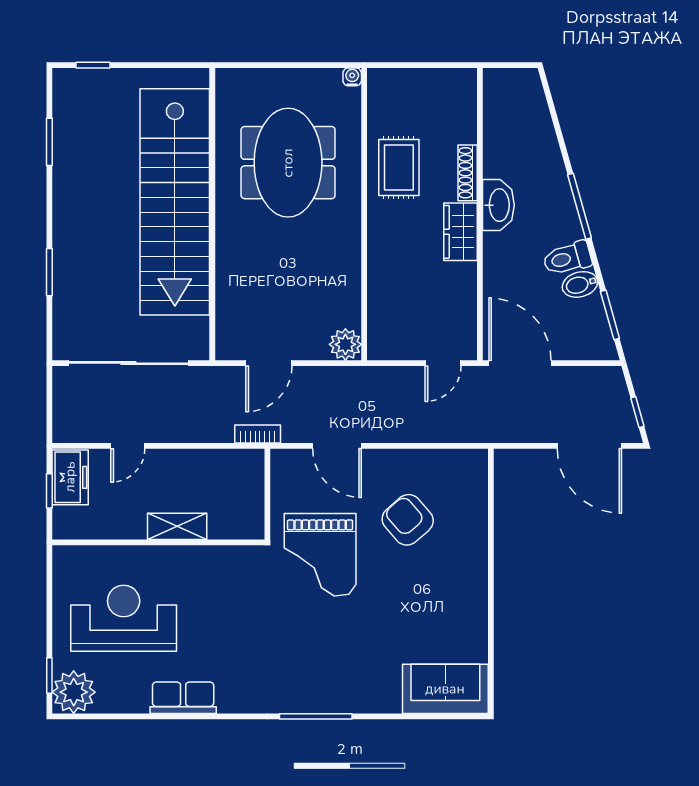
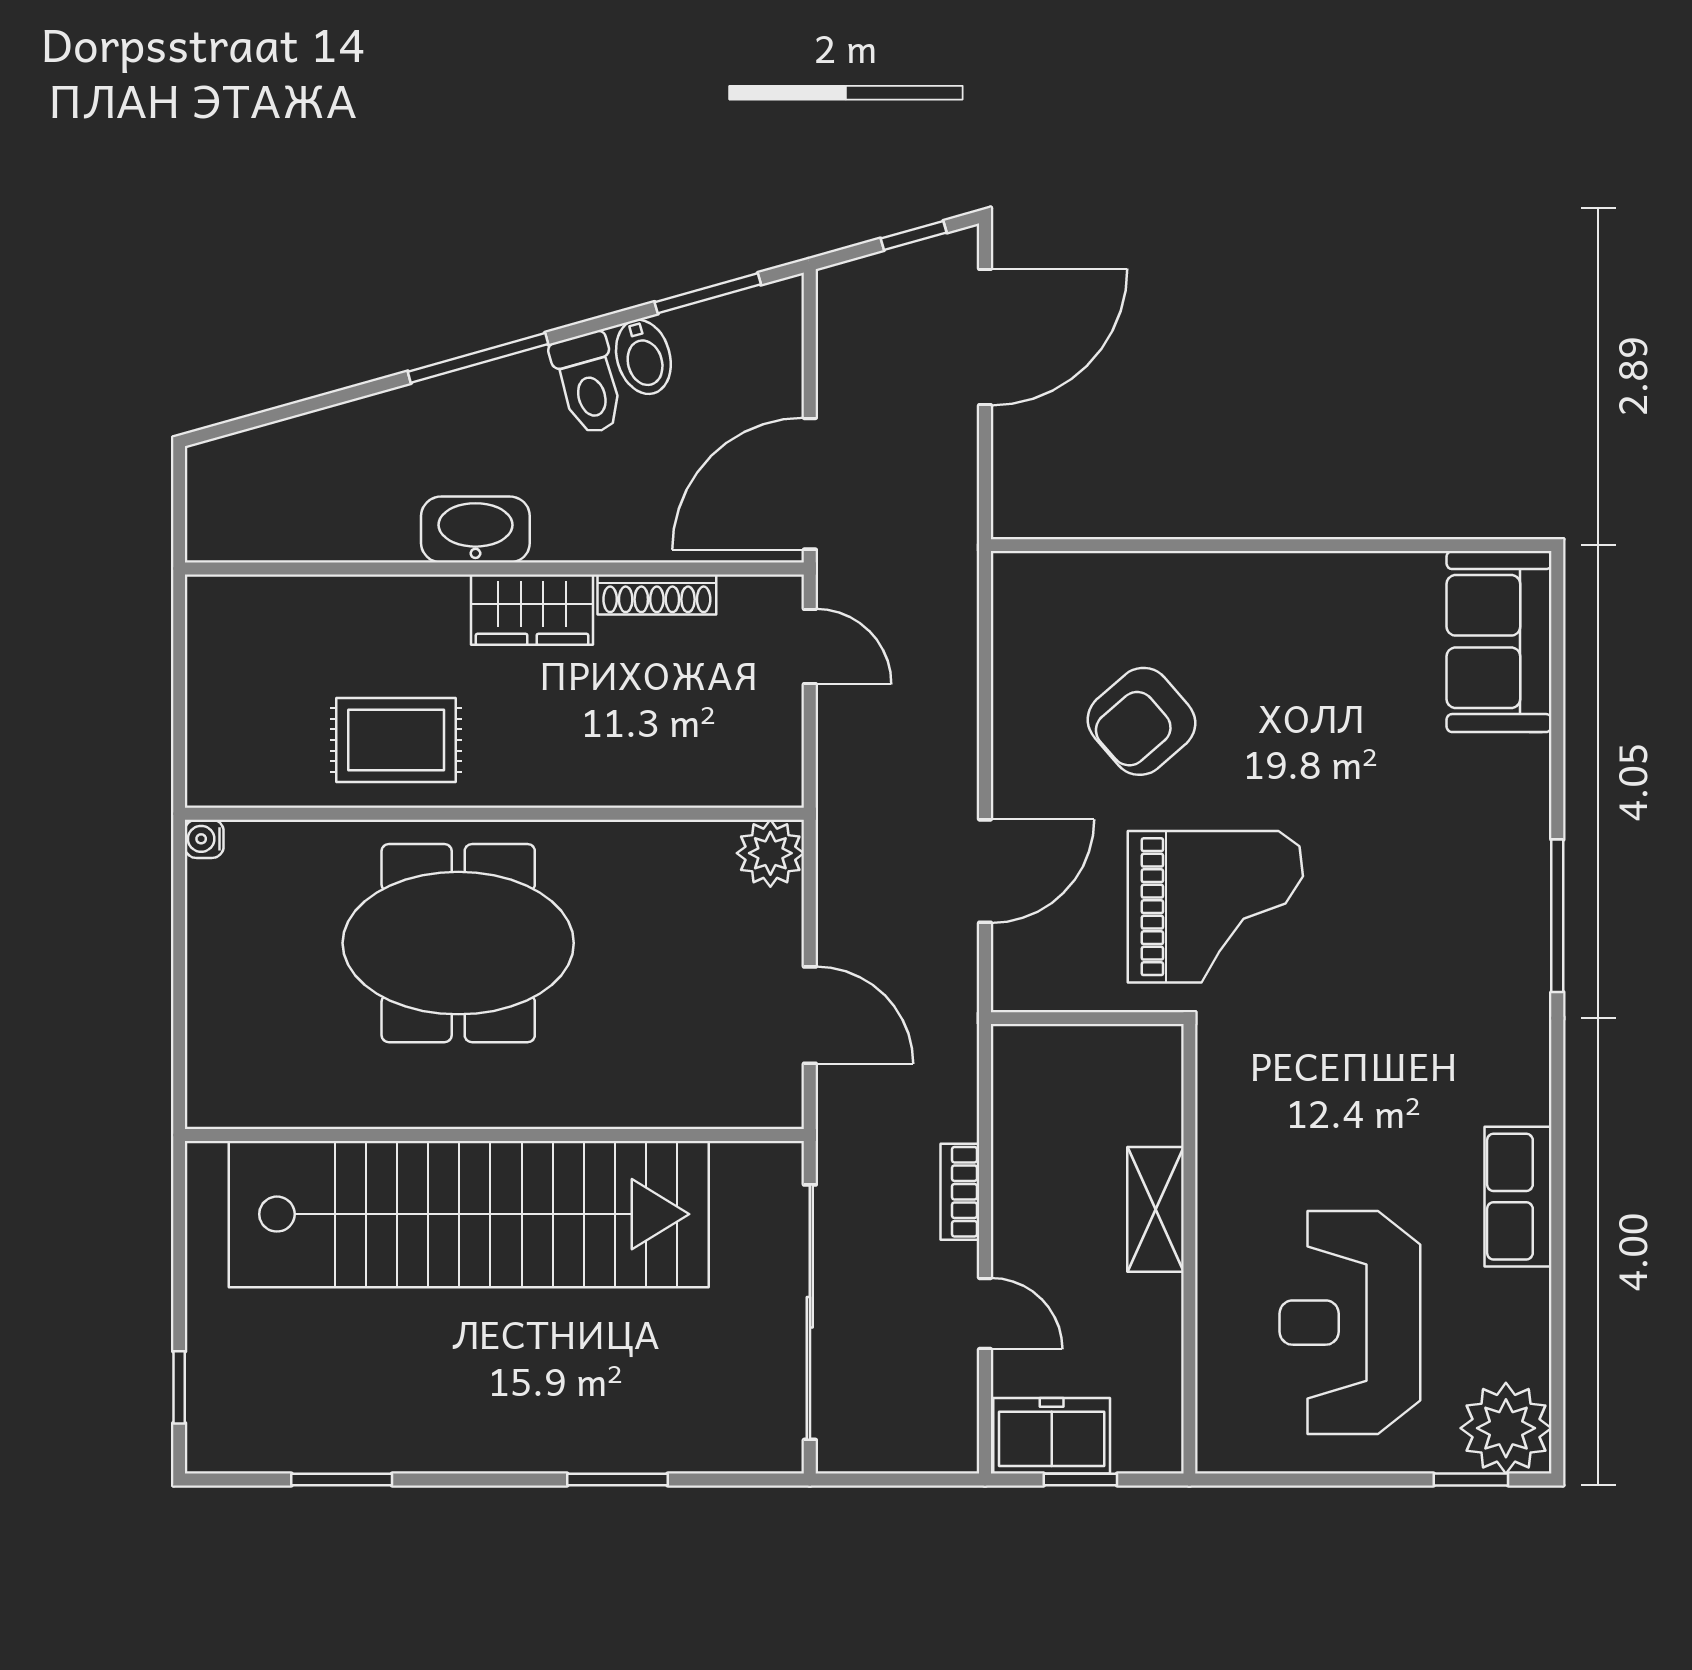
meeting table: (288, 163) -> (458, 943), moved
shoe rack: (468, 173) -> (657, 594), moved
bookcase: (258, 434) -> (960, 1192), moved

